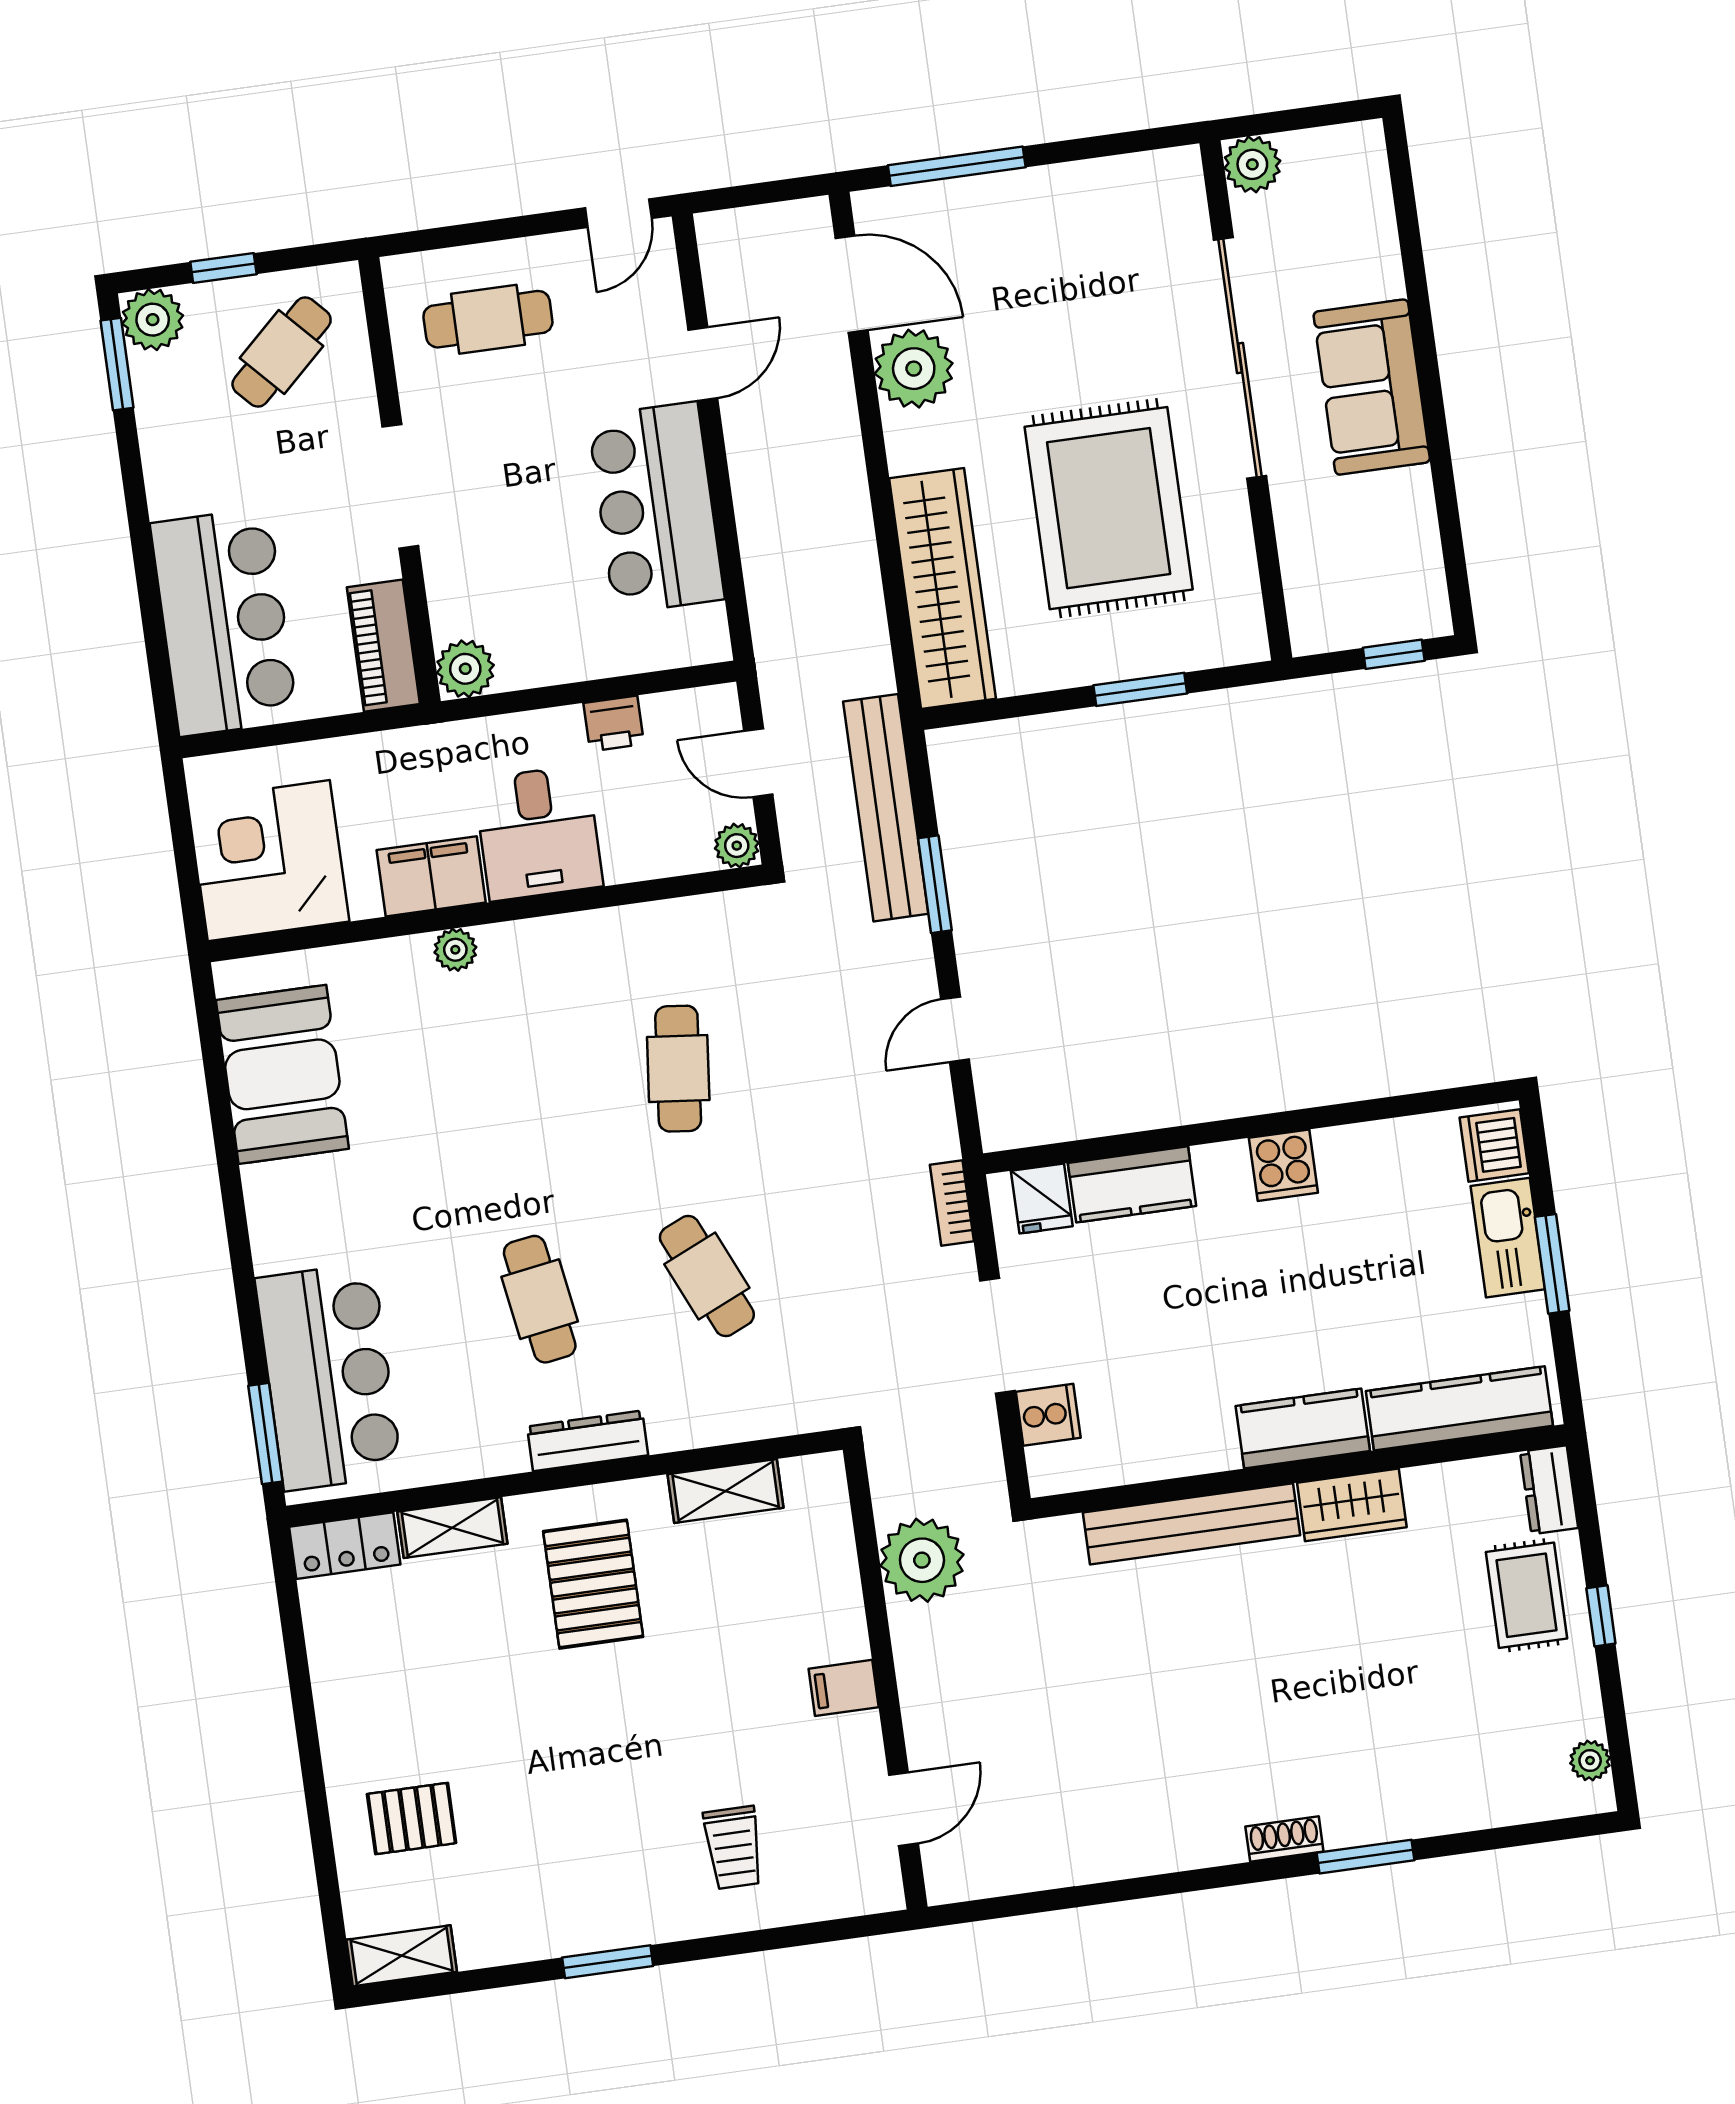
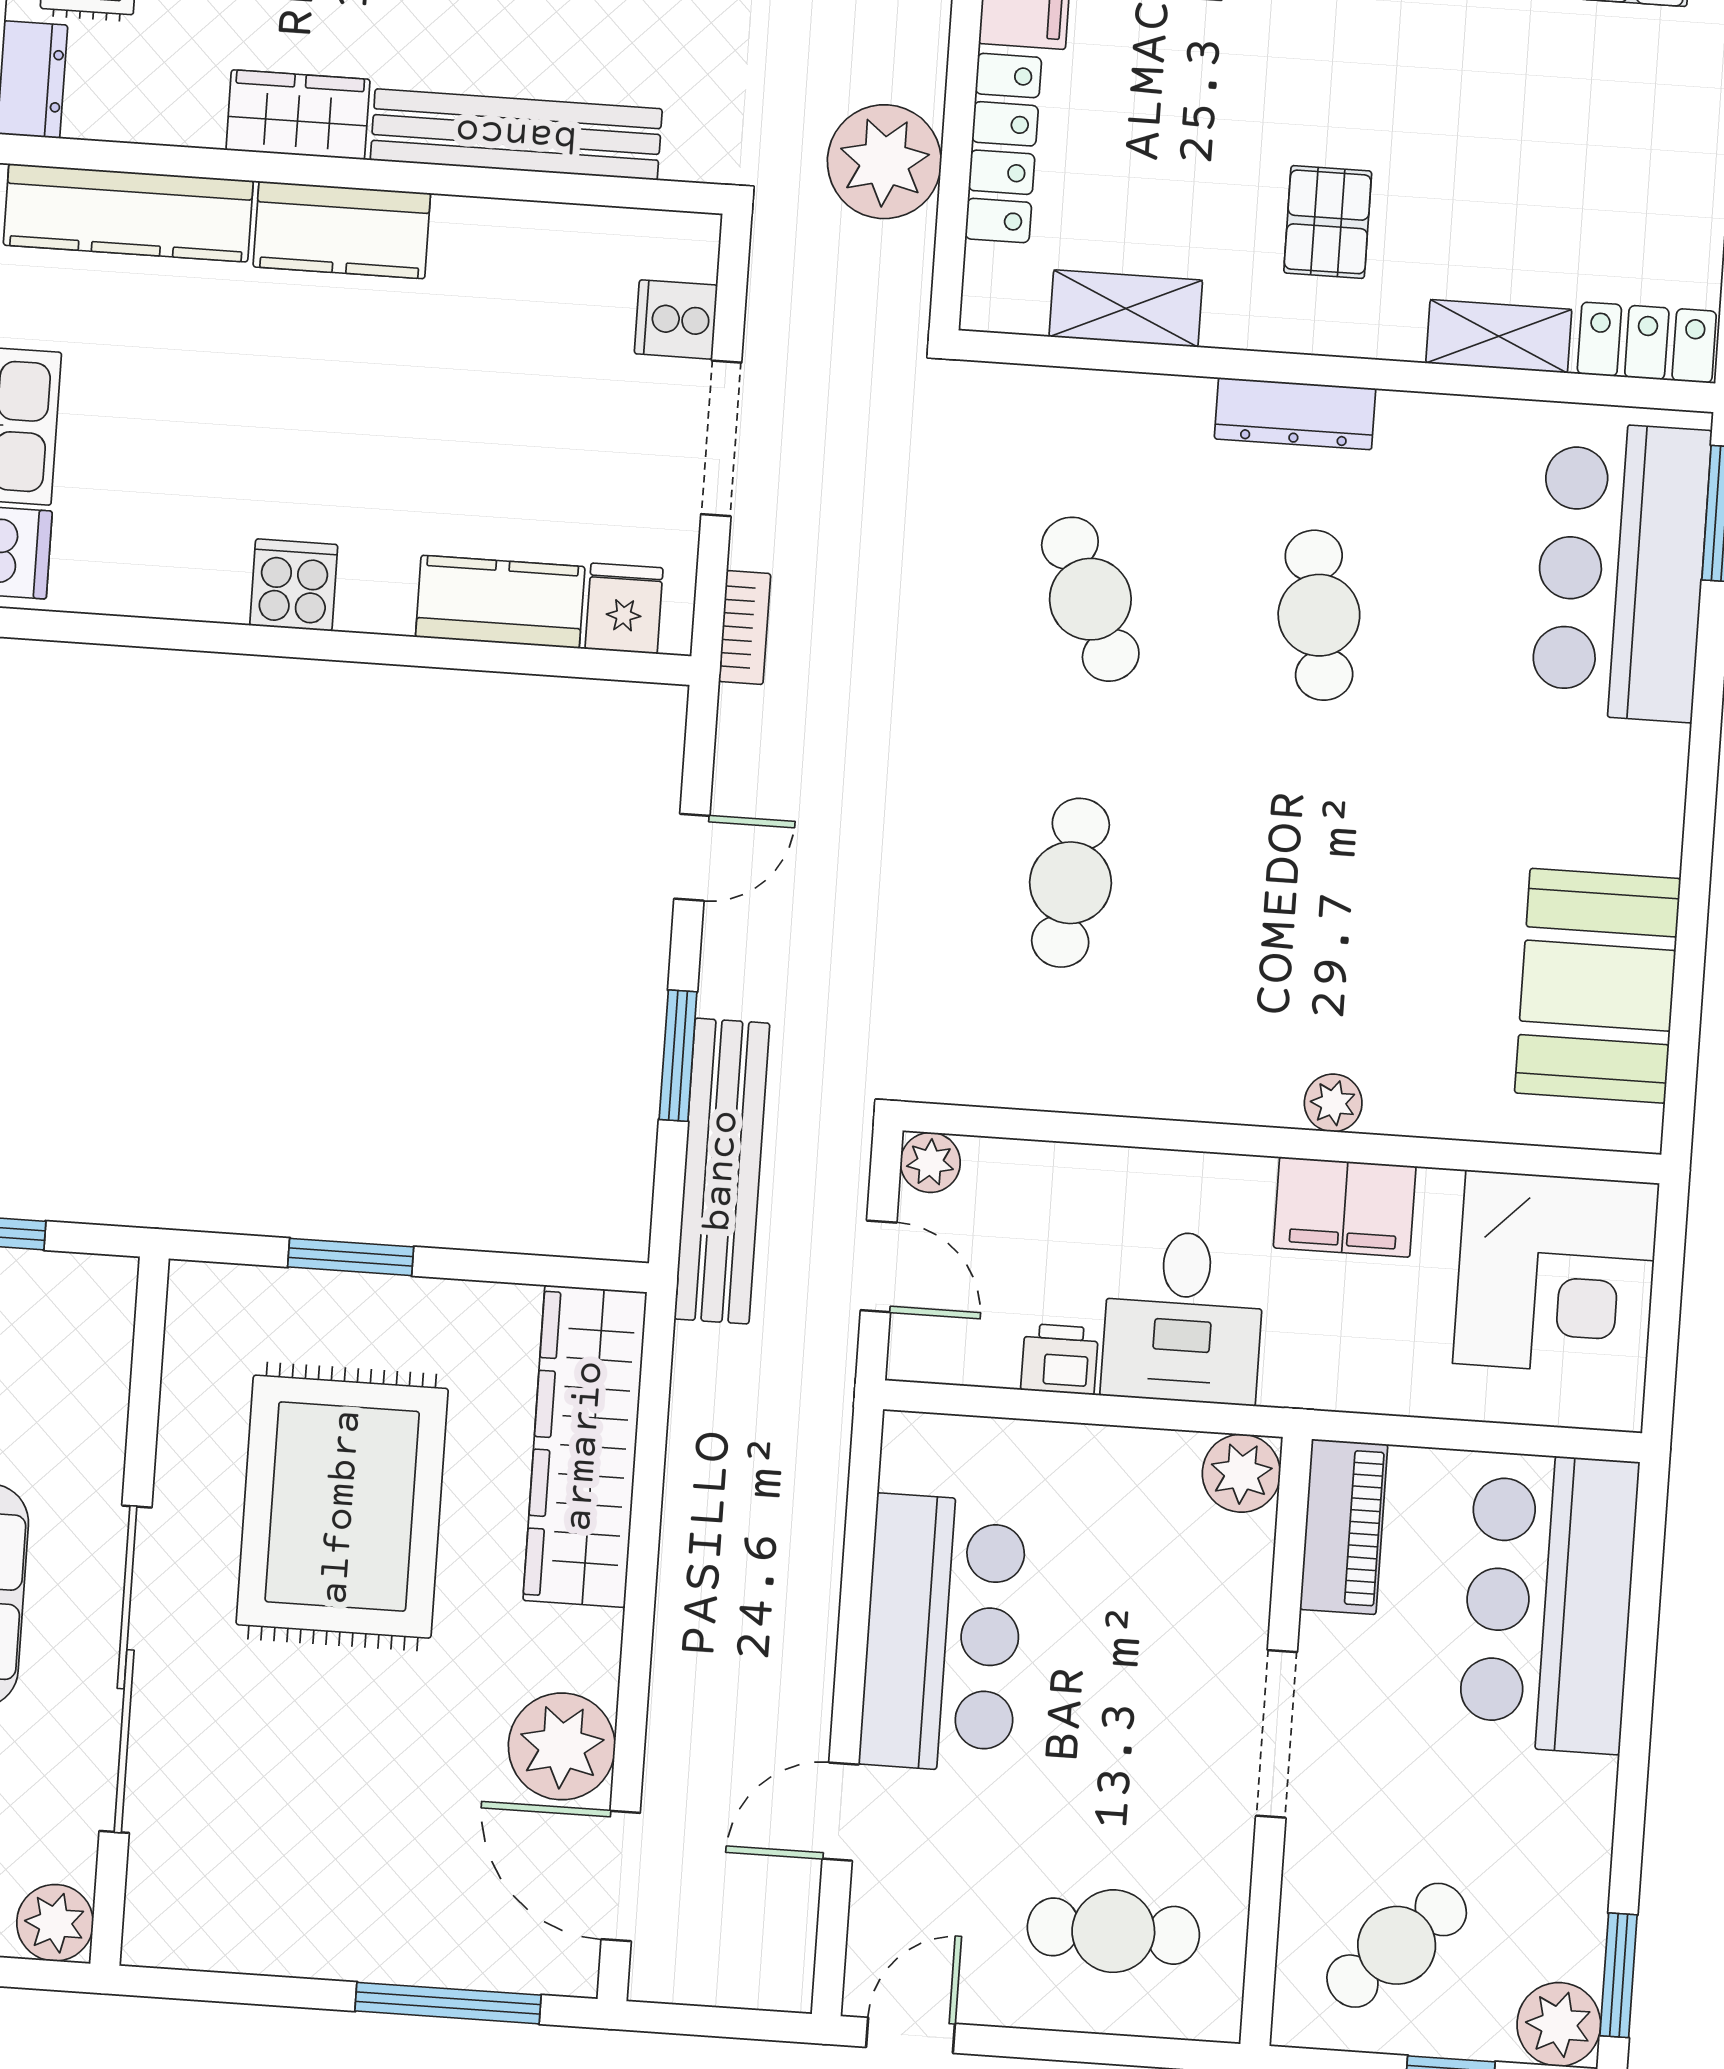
desk: (538, 833) -> (1183, 1317), moved, turned 180
pallet: (593, 1584) -> (1328, 222), width x0.67, depth x0.71
locker: (838, 1588) -> (1003, 148), added

